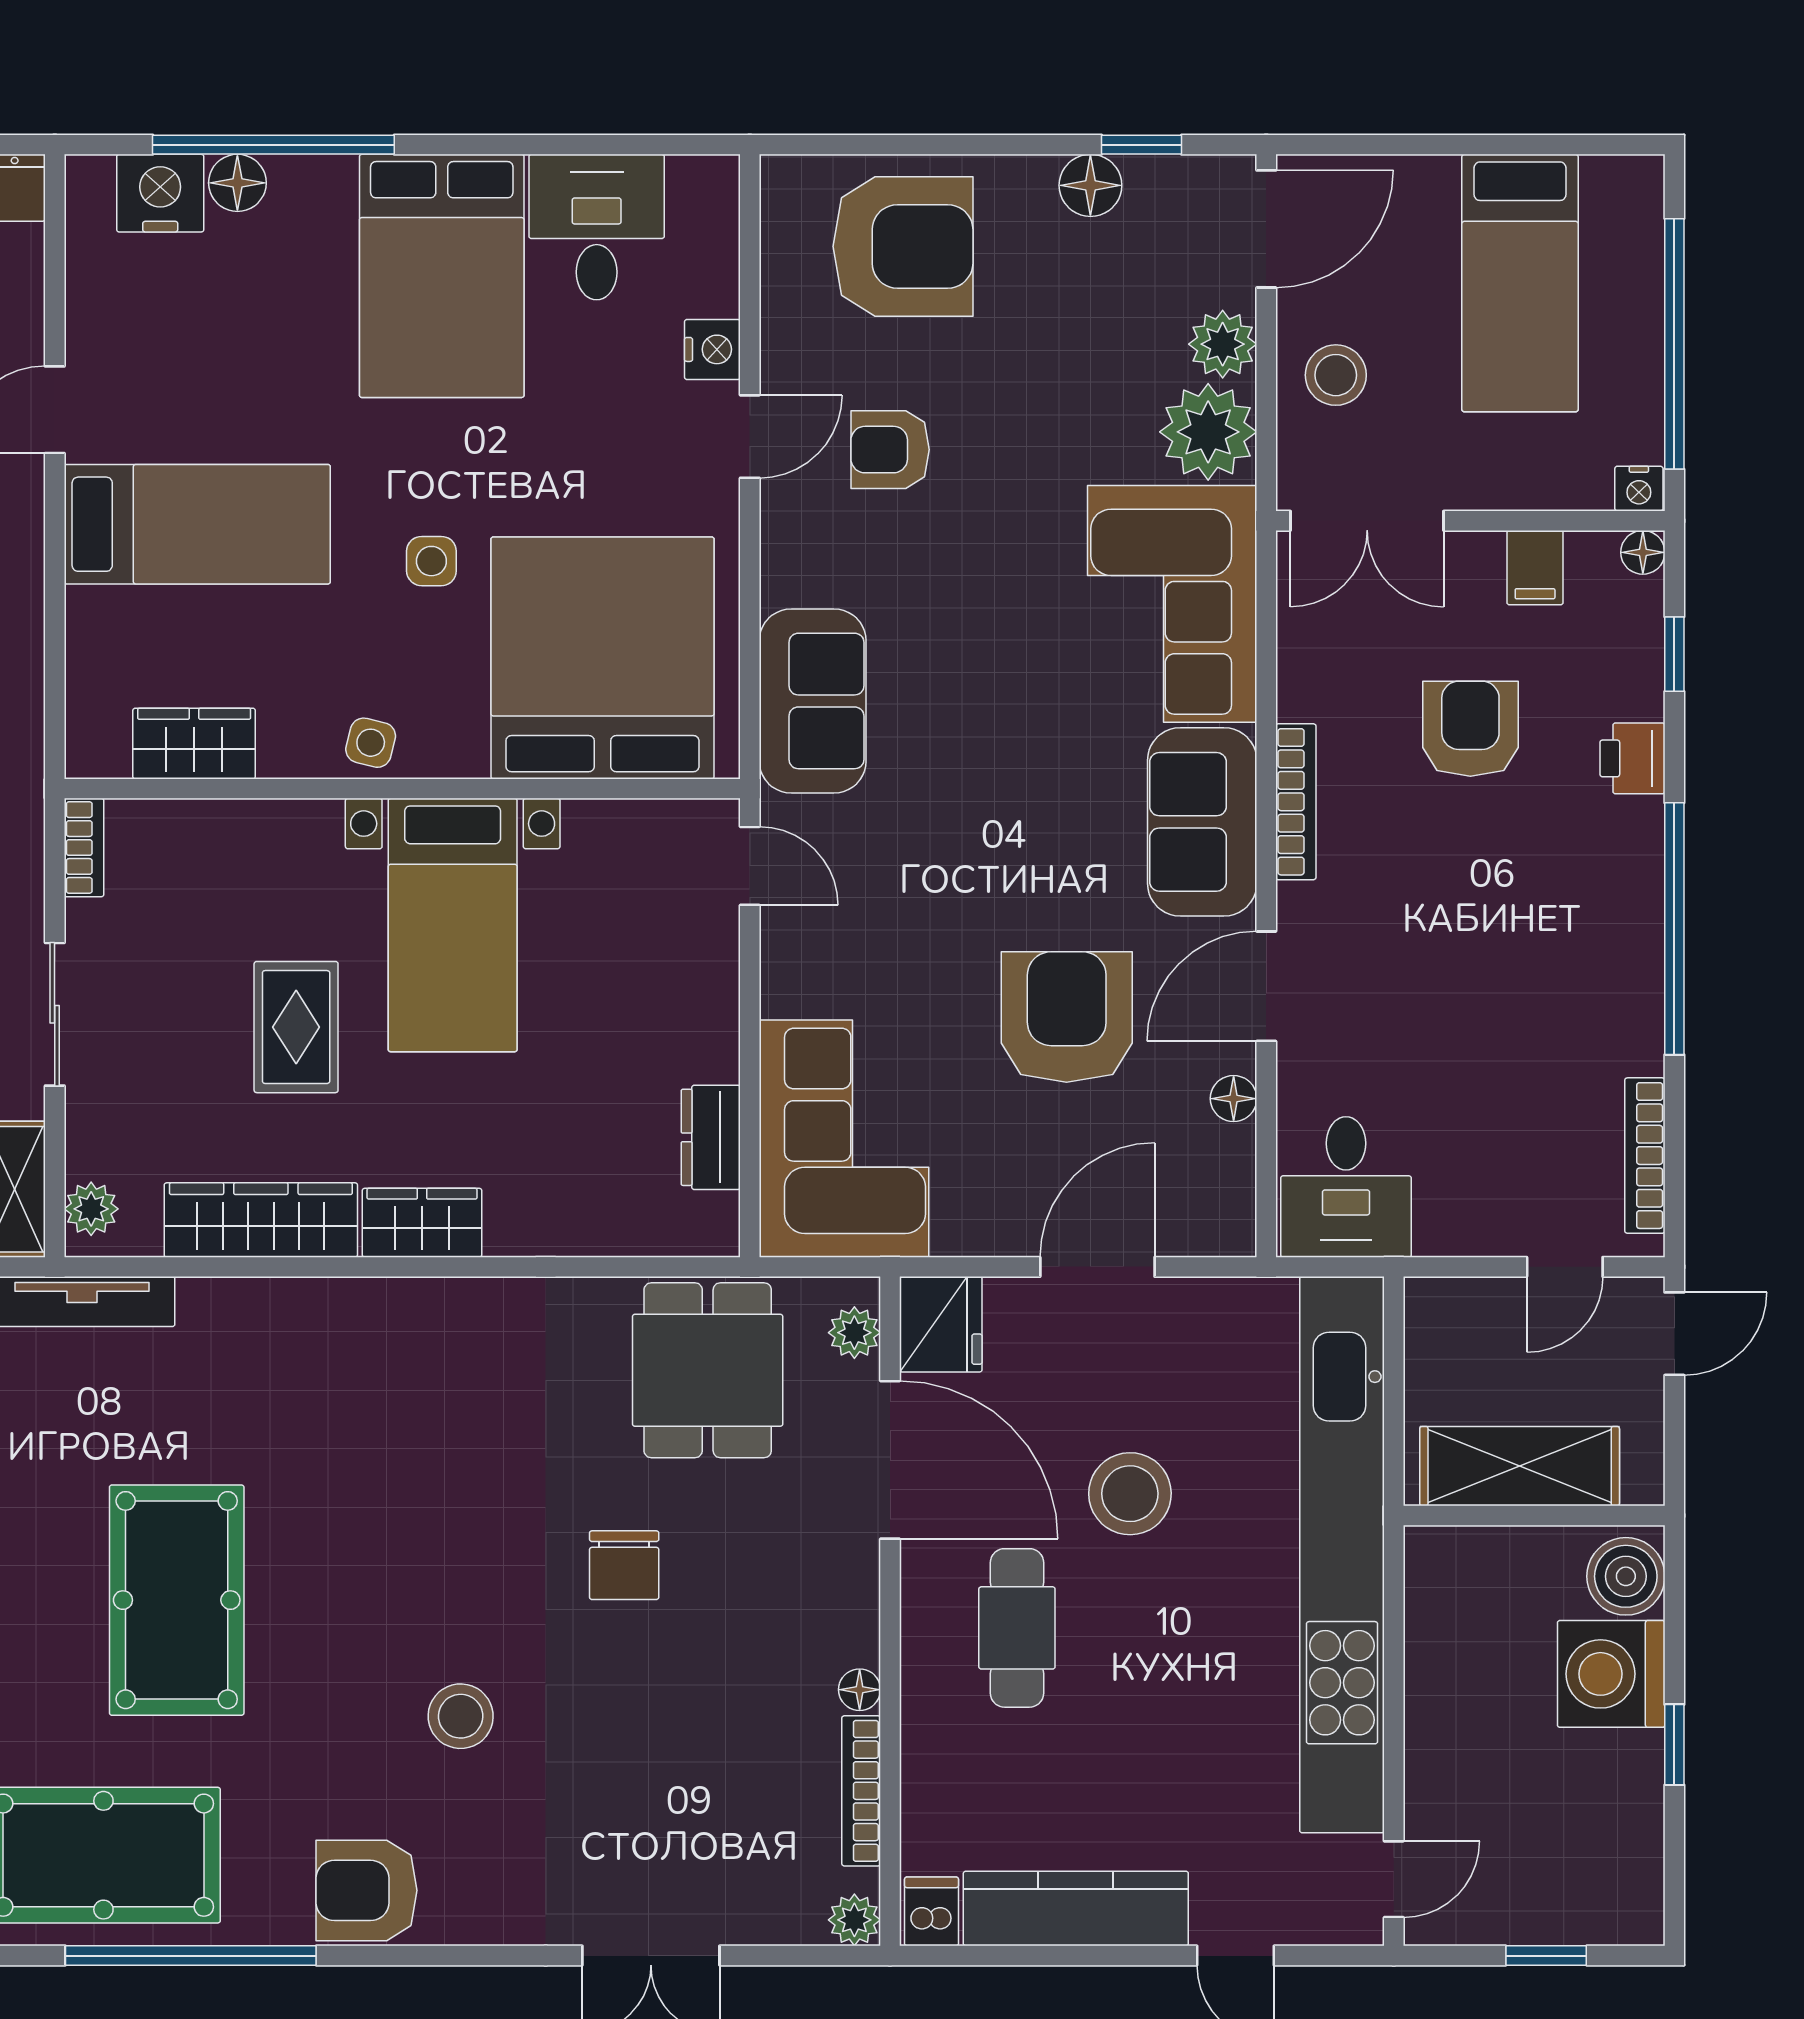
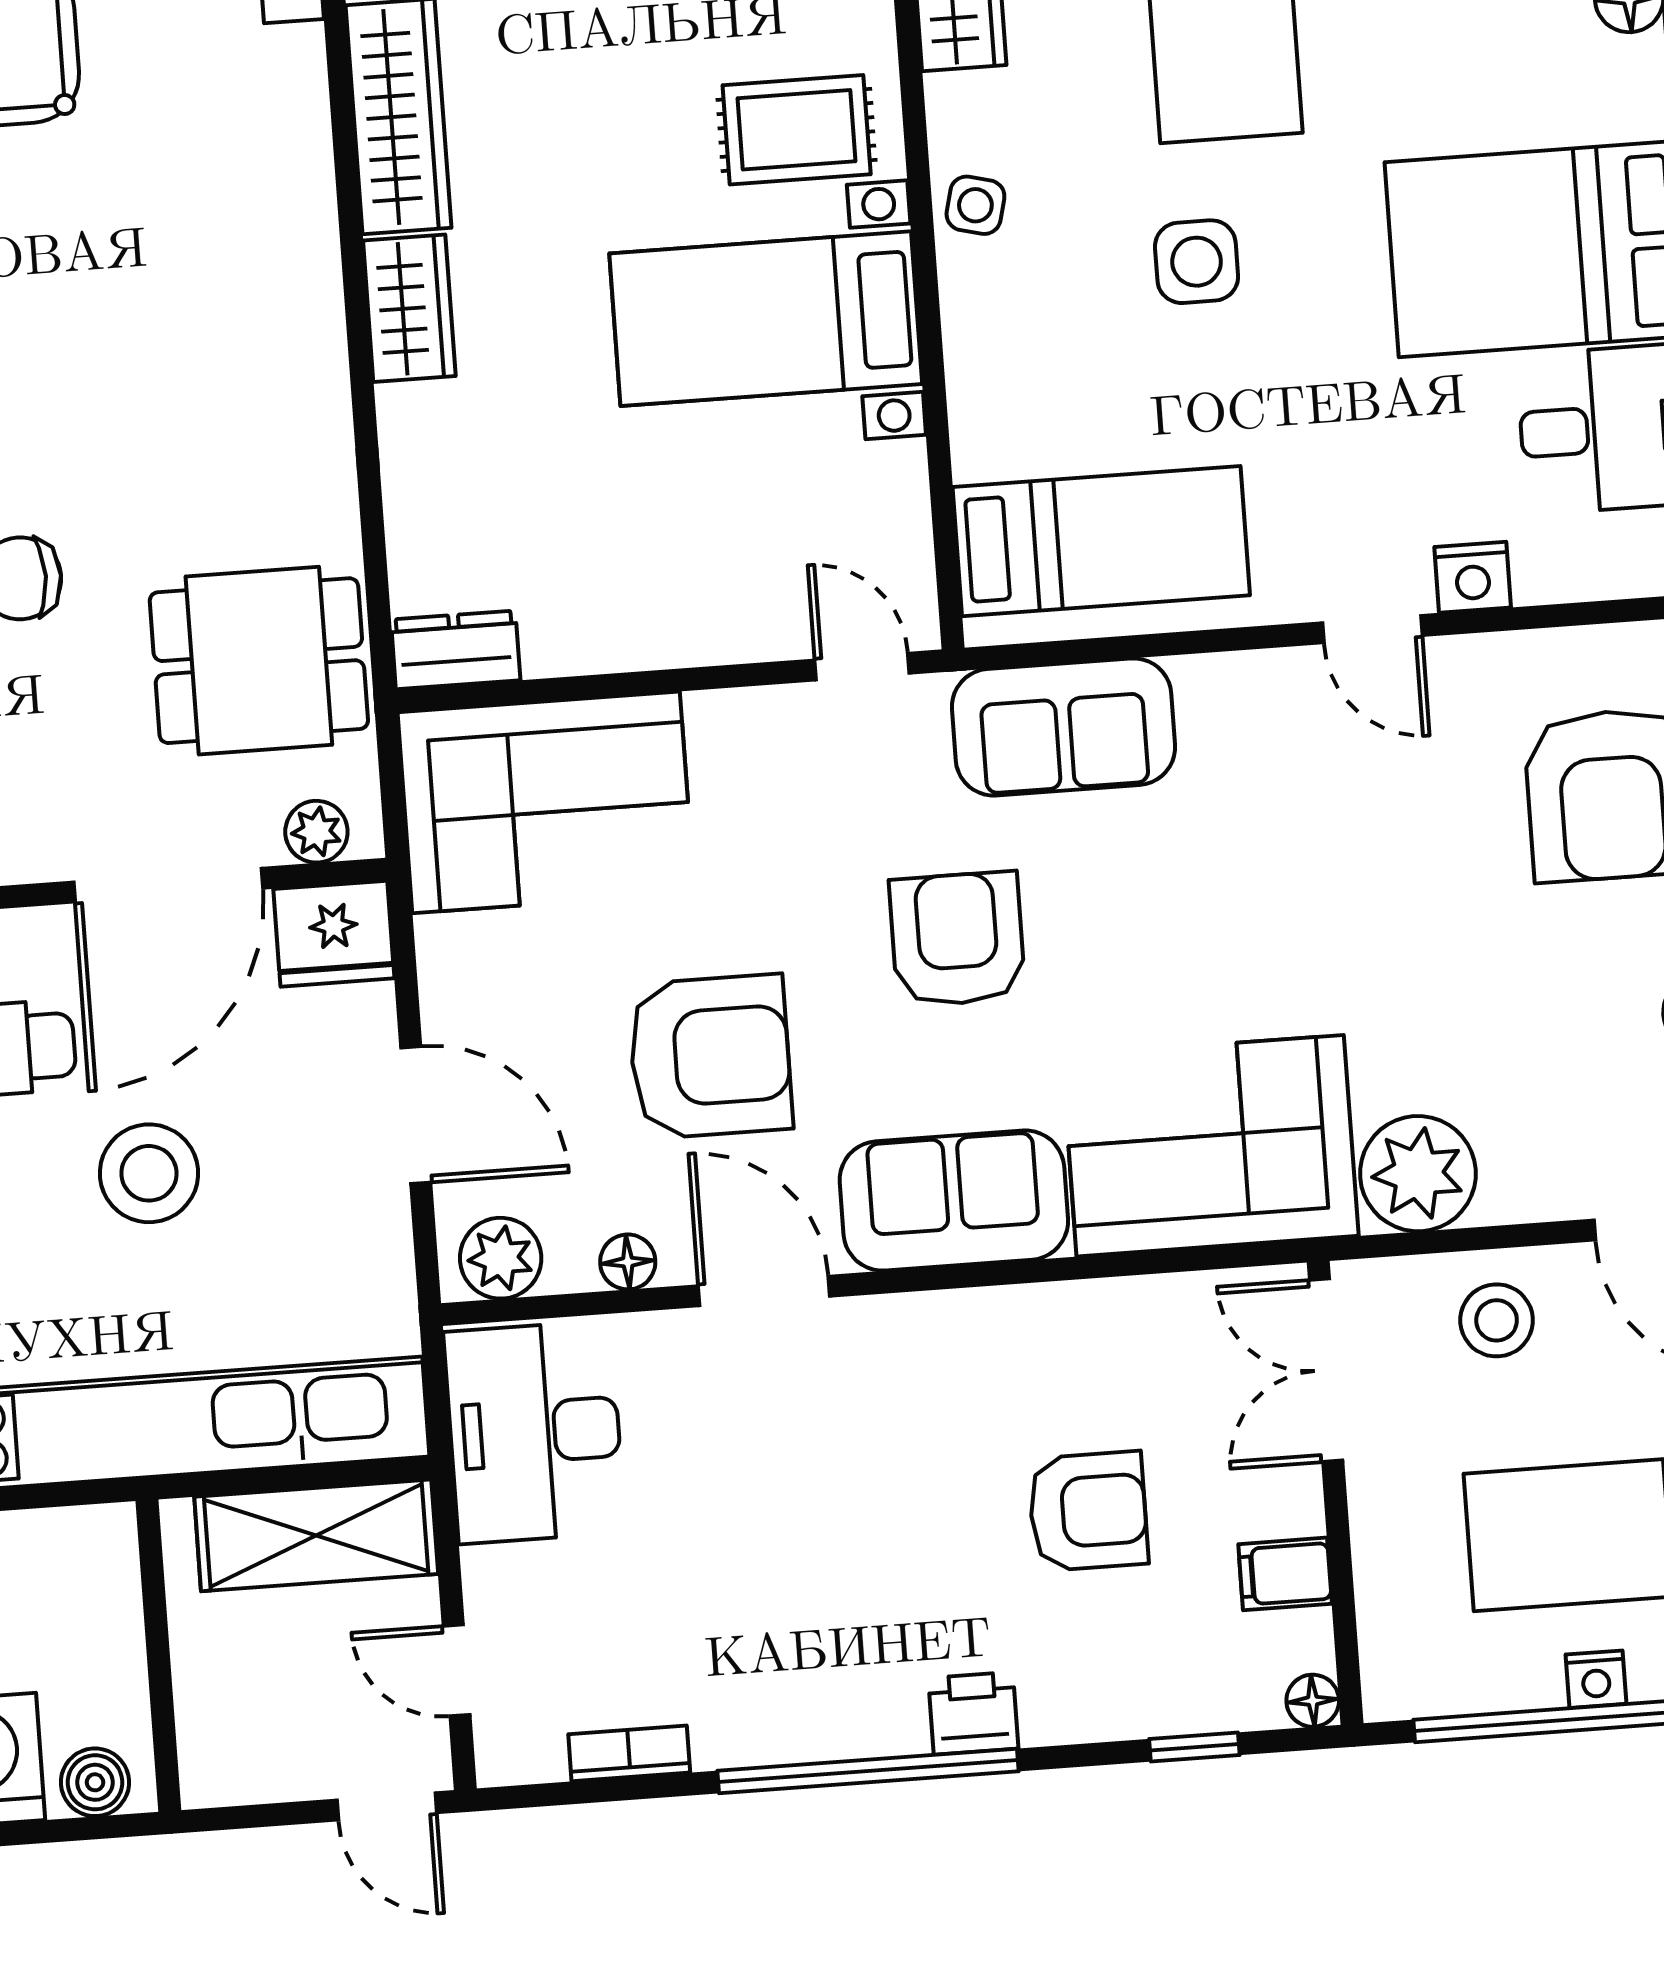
plant: (1223, 344) -> (501, 1258), moved
armchair: (890, 450) -> (957, 939), moved, width x1.38, depth x1.38
nightstand: (1639, 489) -> (1596, 1679), moved, turned -90
side table: (431, 561) -> (1197, 262), width x1.37, depth x1.37
bed: (602, 658) -> (1101, 541), width x0.49
printer: (1632, 758) -> (973, 1713), moved
bookcase: (1296, 802) -> (986, 1310), removed
door: (750, 866) -> (862, 667), swing flipped
rug: (296, 1027) -> (797, 130), moved
dresser: (711, 1137) -> (456, 650), moved
bookcase: (1645, 1156) -> (629, 1753), width x0.64
desk: (1346, 1187) -> (535, 1432), width x1.37
shelving: (1520, 1466) -> (316, 1535), moved, turned 90
boiler: (1626, 1576) -> (95, 1782), width x0.73, depth x0.73

